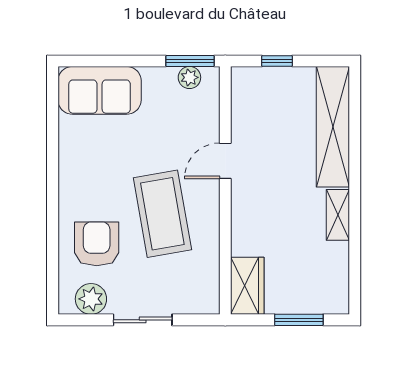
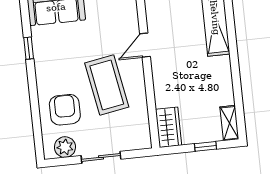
window: (53, 147) -> (29, 48), added
shelving: (338, 215) -> (229, 123), moved
window: (299, 320) -> (205, 146), width x0.67

